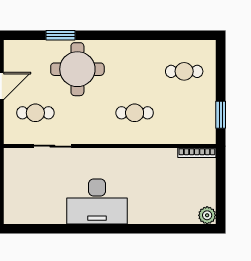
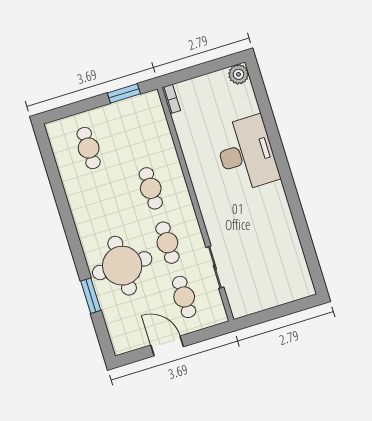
cafe table: (85, 113) -> (167, 243), added
bookcase: (197, 153) -> (171, 99), width x0.64
desk: (97, 201) -> (246, 154), moved

